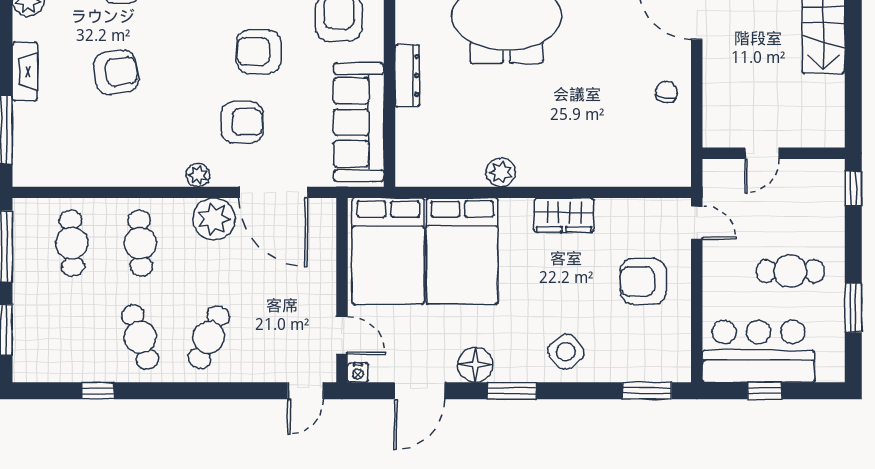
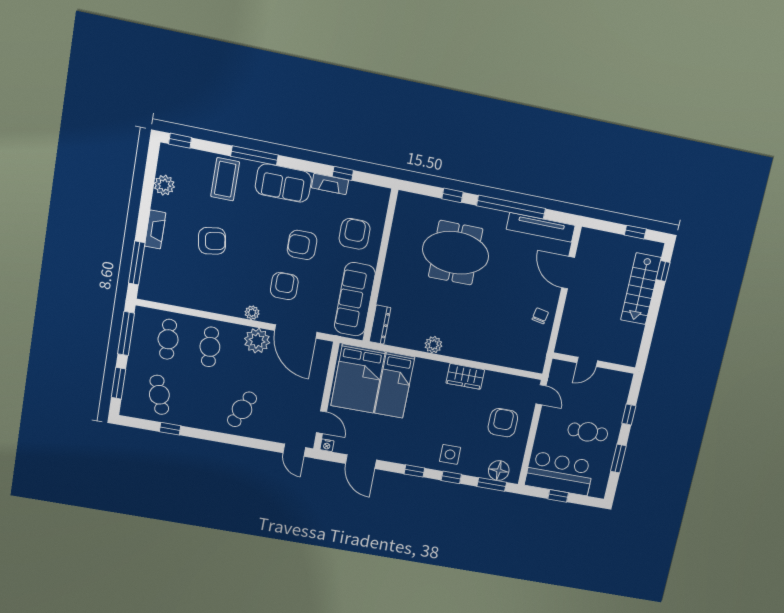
dresser: (407, 76) -> (380, 325), moved
armchair: (242, 122) -> (284, 286), turned -90
window: (853, 188) -> (629, 415), moved
bed: (462, 251) -> (395, 385), width x0.67
armchair: (643, 281) -> (503, 423), turned 91
cafe table: (140, 337) -> (159, 395), moved
side table: (566, 352) -> (450, 454), turned 38
floor lamp: (475, 365) -> (499, 471), moved
door: (305, 391) -> (294, 450), hinge flipped
door: (420, 391) -> (361, 462), hinge flipped
window: (512, 391) -> (414, 471), width x0.67
window: (576, 391) -> (451, 477), added

